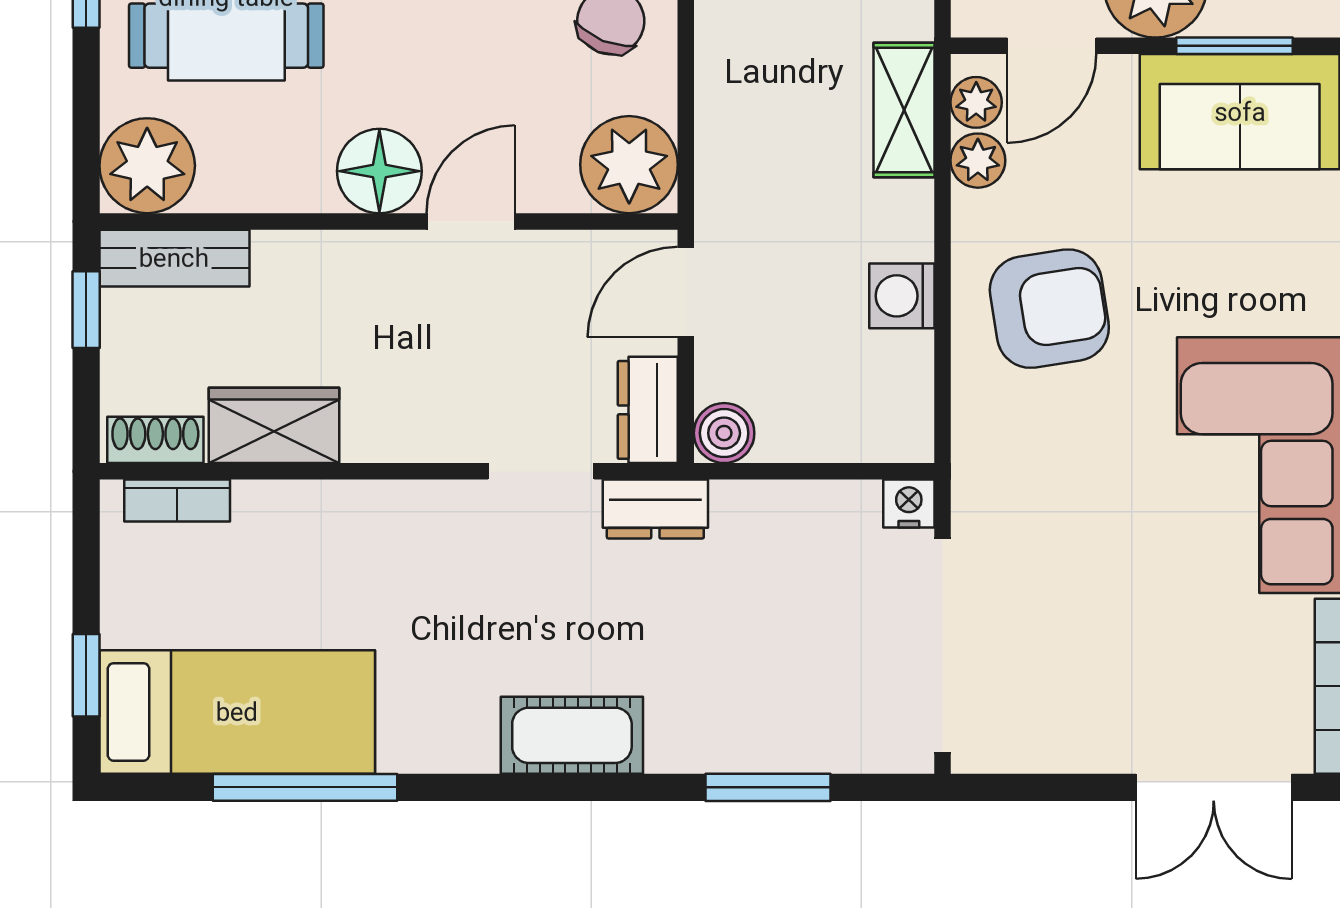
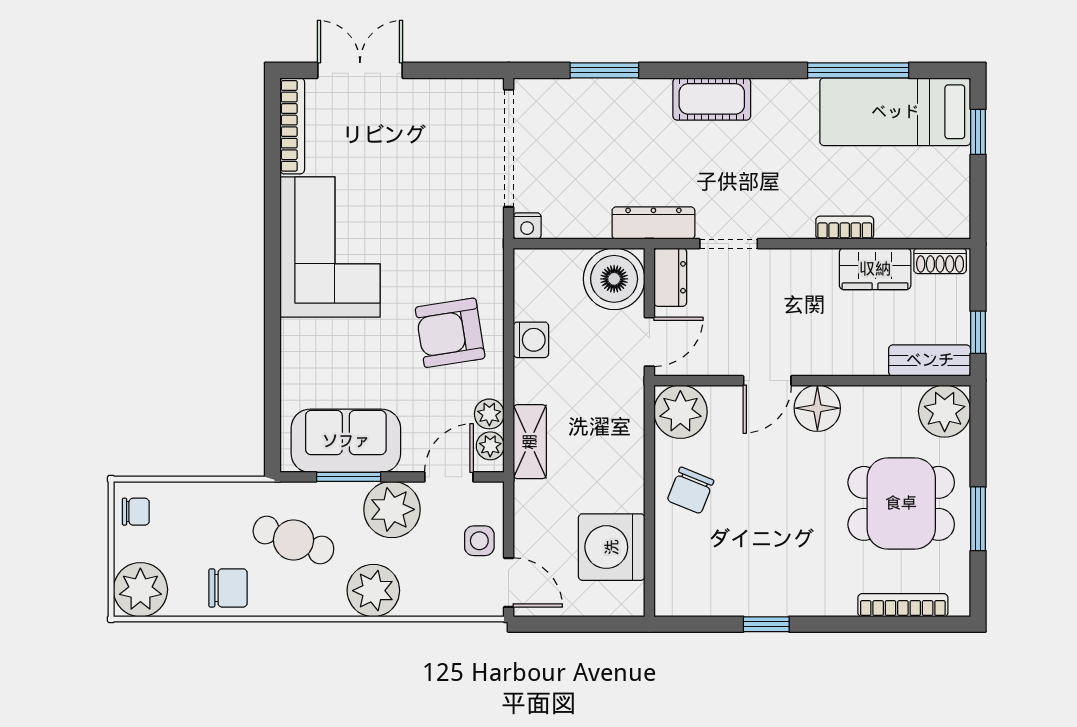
boiler: (724, 433) -> (614, 279), width x1.86, depth x1.86
bookcase: (177, 501) -> (845, 228), moved
dresser: (655, 509) -> (653, 223), width x1.44

